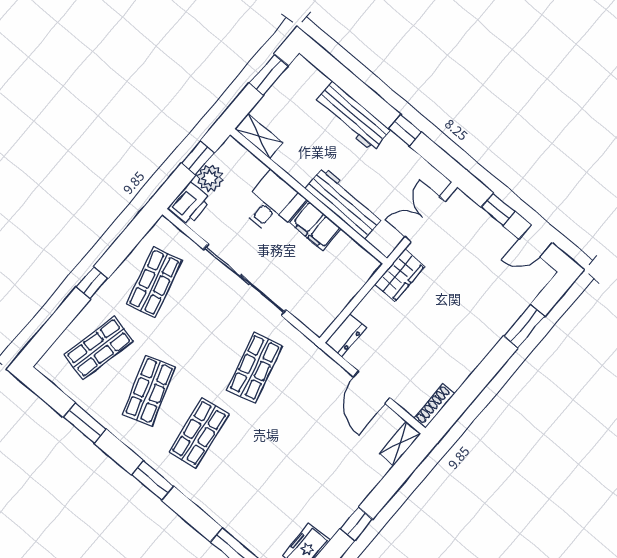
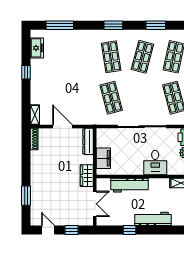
filing cabinet: (316, 226) -> (103, 158), moved, turned 90
door: (535, 241) -> (48, 230), hinge flipped
dresser: (346, 335) -> (88, 141), width x1.44
shop shelf: (149, 390) -> (142, 57), turned 33

